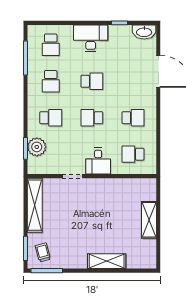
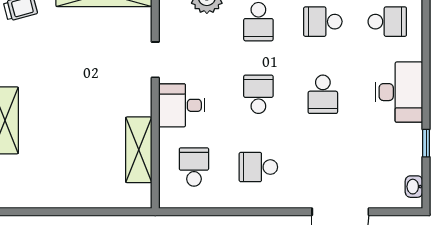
washbasin: (144, 32) -> (414, 187), width x0.52, depth x0.69
school desk: (51, 45) -> (387, 22), turned 180
school desk: (133, 118) -> (258, 167), turned 90
shelving: (149, 220) -> (139, 150), moved, turned 90

